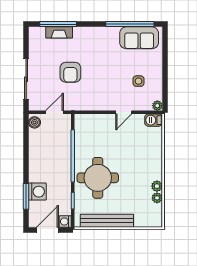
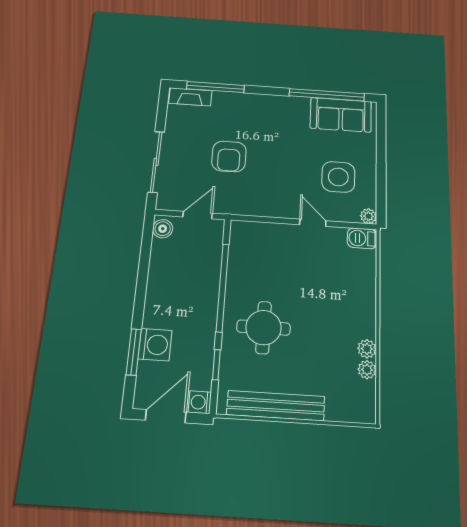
fireplace: (59, 32) -> (190, 97), moved
side table: (138, 81) -> (338, 177), width x1.87, depth x1.87
door: (124, 112) -> (313, 223), swing flipped
round table: (98, 178) -> (264, 328), width x0.73, depth x0.73

